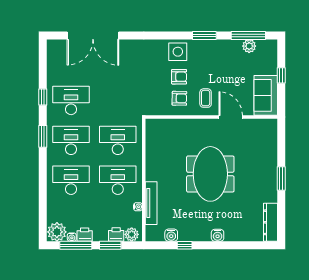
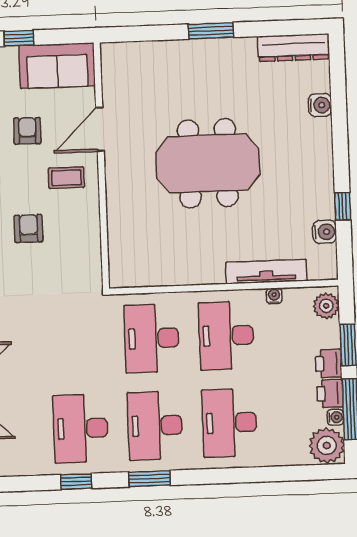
armchair: (179, 98) -> (27, 131), moved
printer: (116, 235) -> (329, 363), moved
water cooler: (218, 235) -> (320, 105), moved

